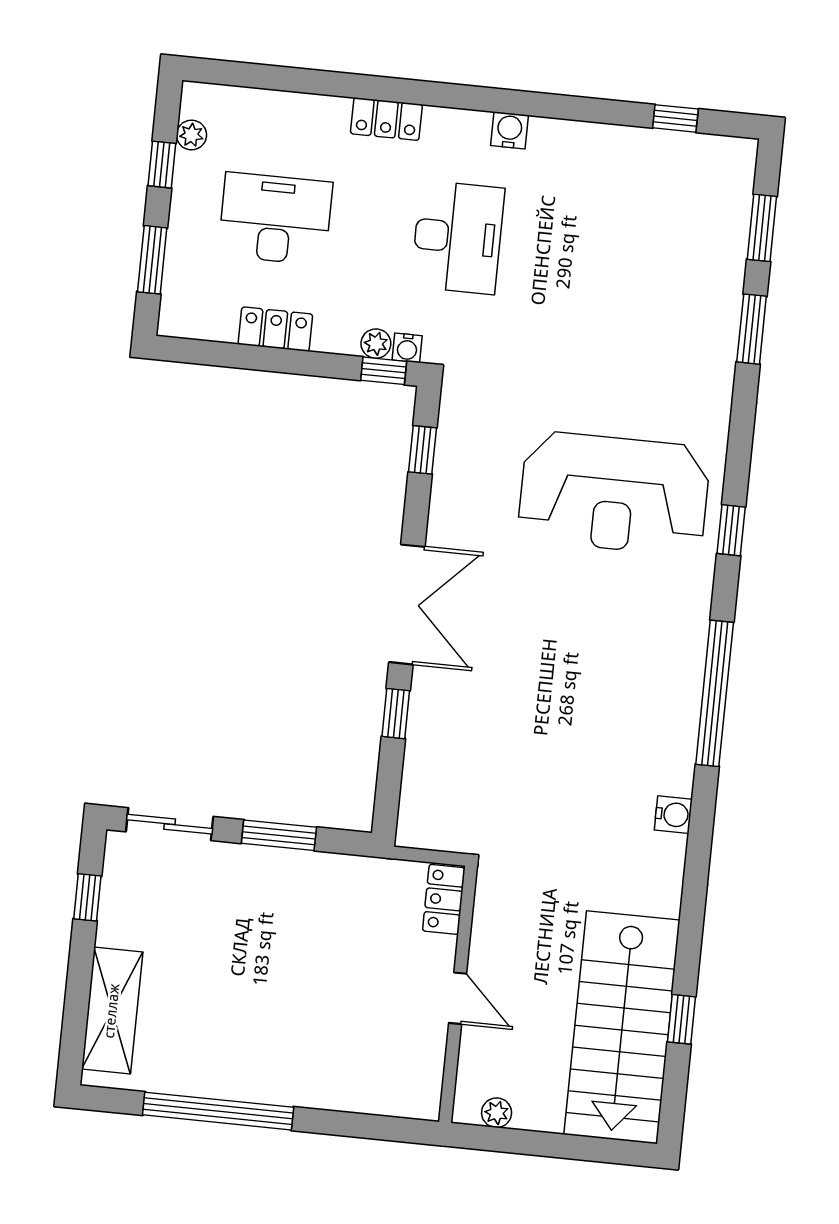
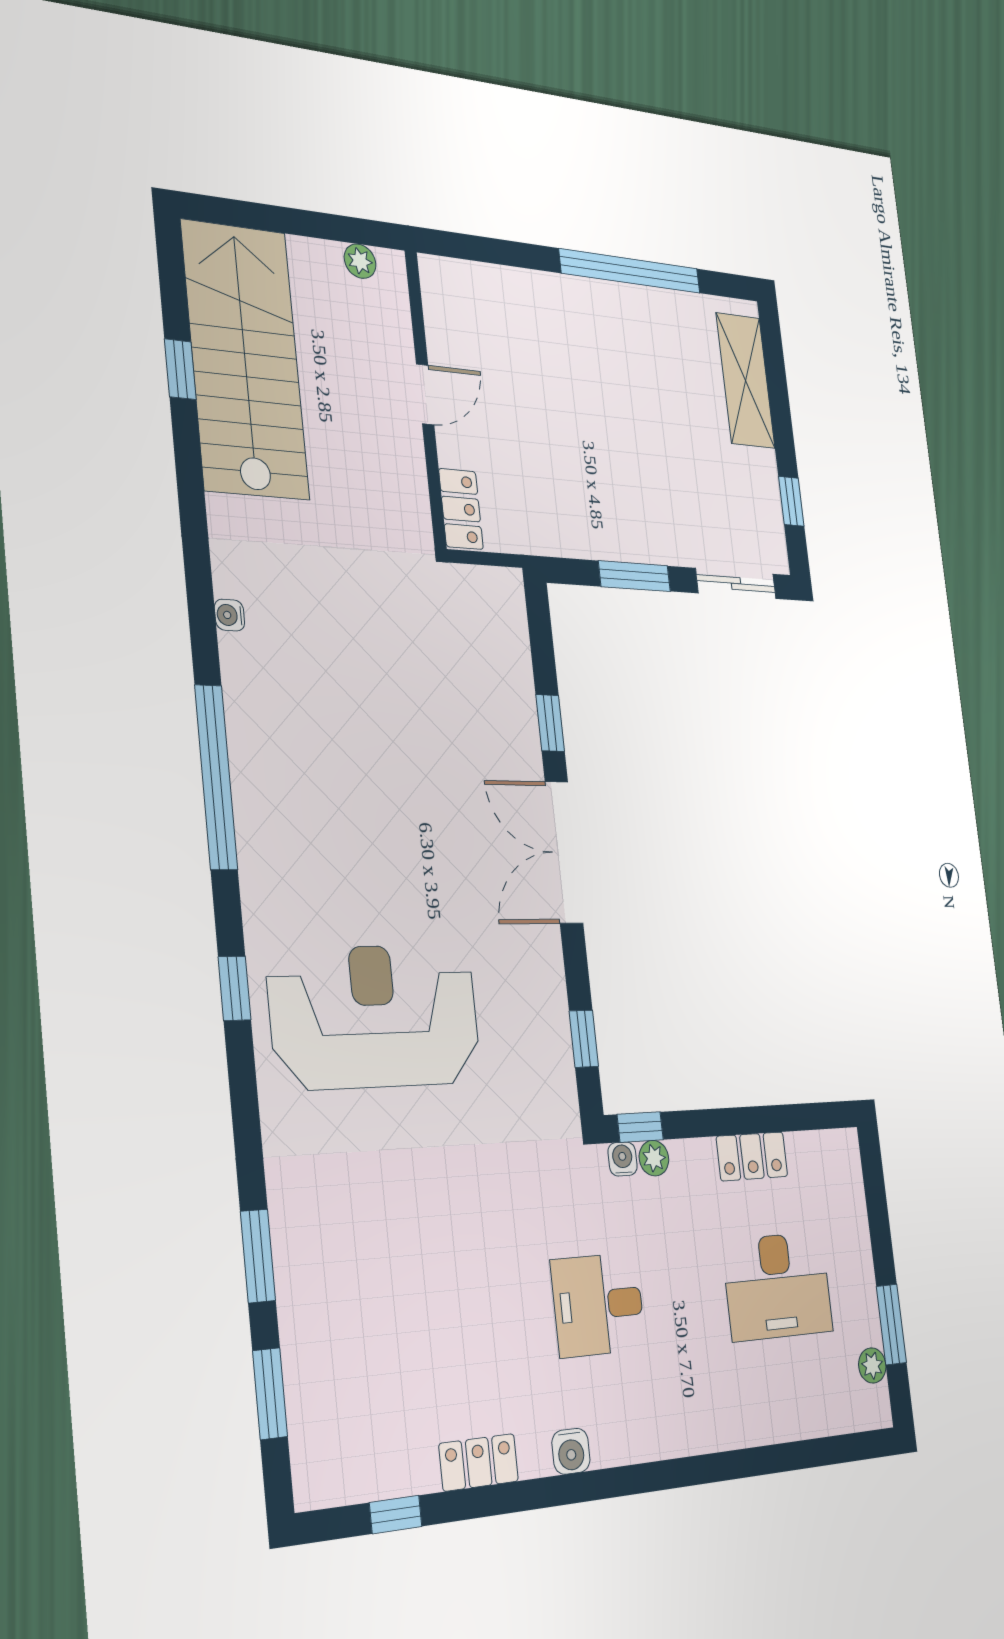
locker: (386, 119) -> (479, 1462), moved
window: (162, 165) -> (891, 1324), width x1.50
desk: (458, 237) -> (598, 1305), width x0.73
window: (152, 260) -> (878, 1213), removed
water cooler: (673, 815) -> (229, 615), width x0.72, depth x0.72
door: (458, 998) -> (425, 394), swing flipped

